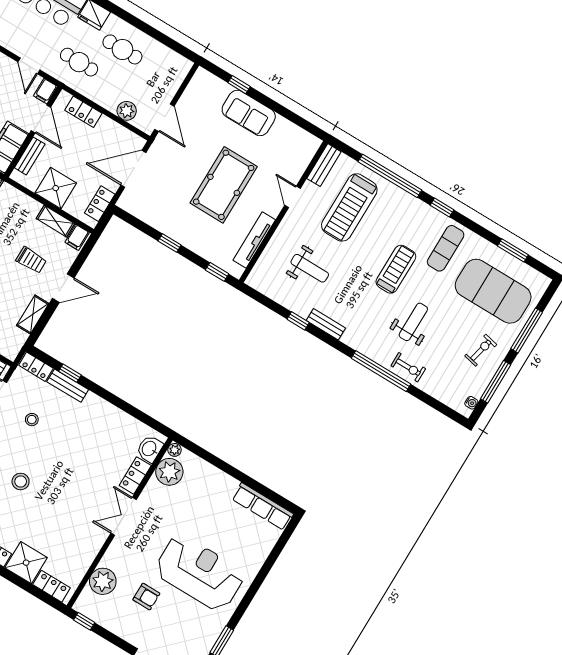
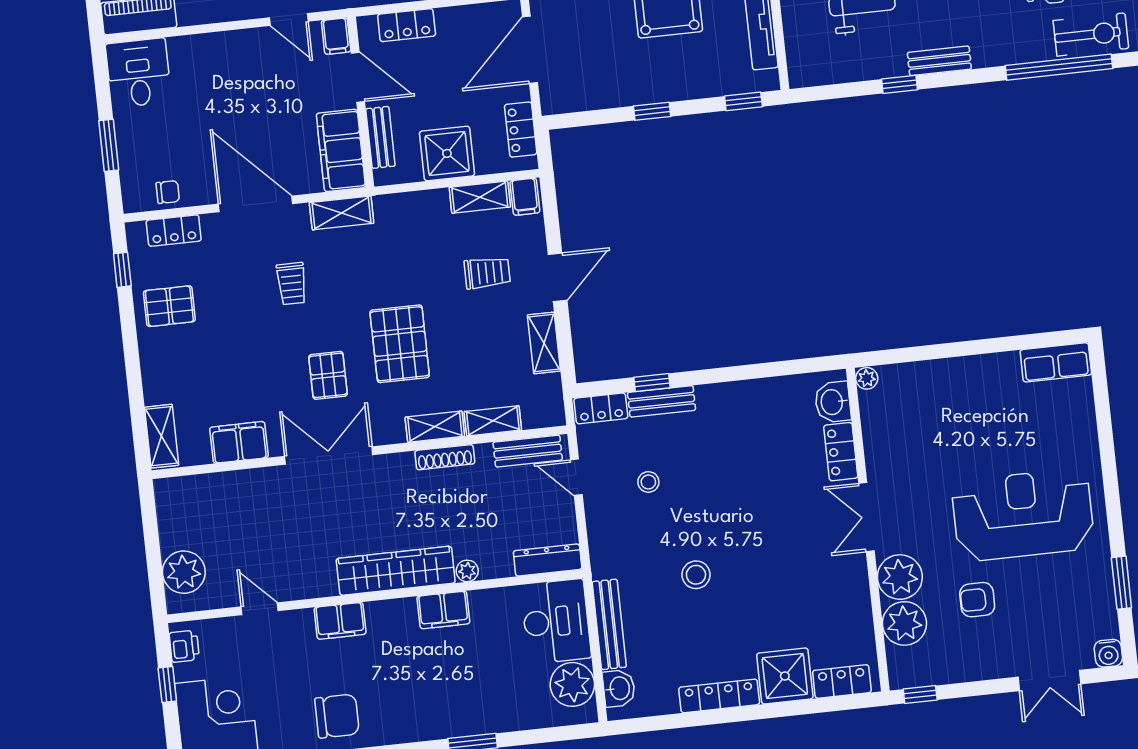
exercise bike: (408, 367) -> (1091, 34), width x1.38, depth x1.39
plant: (169, 472) -> (900, 577), moved
row of seats: (263, 506) -> (1056, 362), width x0.68
armchair: (146, 597) -> (977, 600), turned 180

